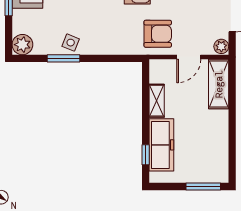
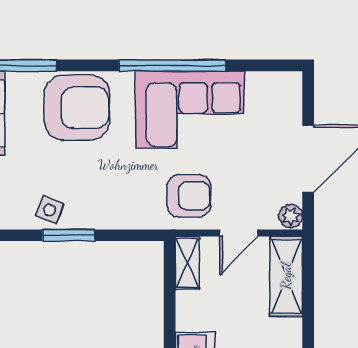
window: (64, 58) -> (69, 235), moved
shelving: (157, 101) -> (187, 263), moved

